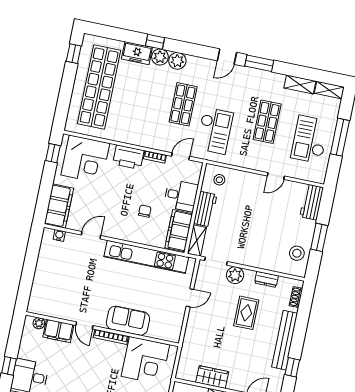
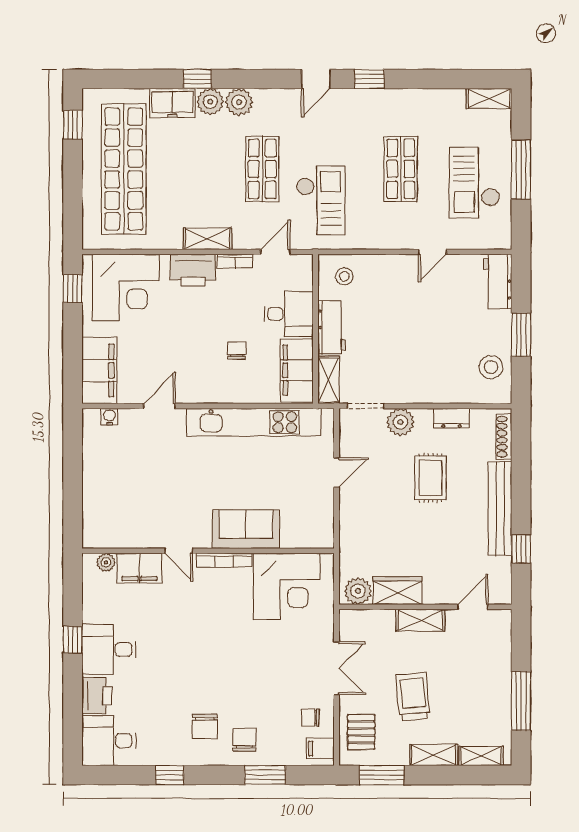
window: (259, 63) -> (369, 79), width x0.67
shelving: (300, 84) -> (208, 239), moved
shoe rack: (296, 297) -> (504, 437), width x1.43
plant: (188, 372) -> (358, 591), added

